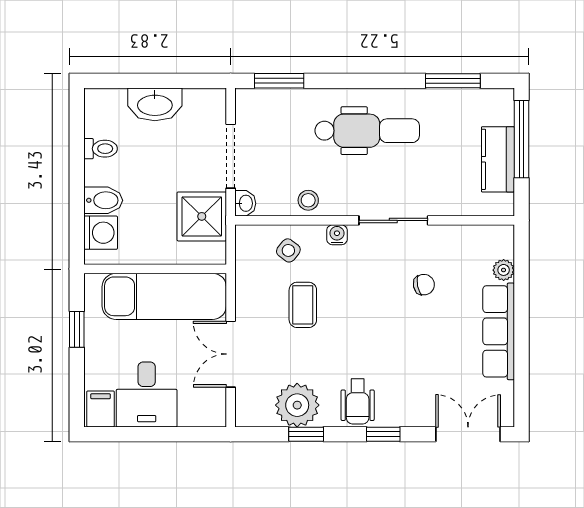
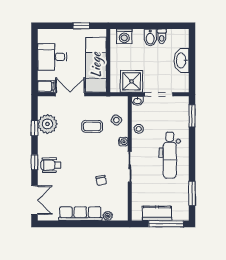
bidet: (103, 200) -> (150, 38), moved
wheelchair: (358, 402) -> (51, 165), moved
filing cabinet: (100, 409) -> (46, 86), moved

